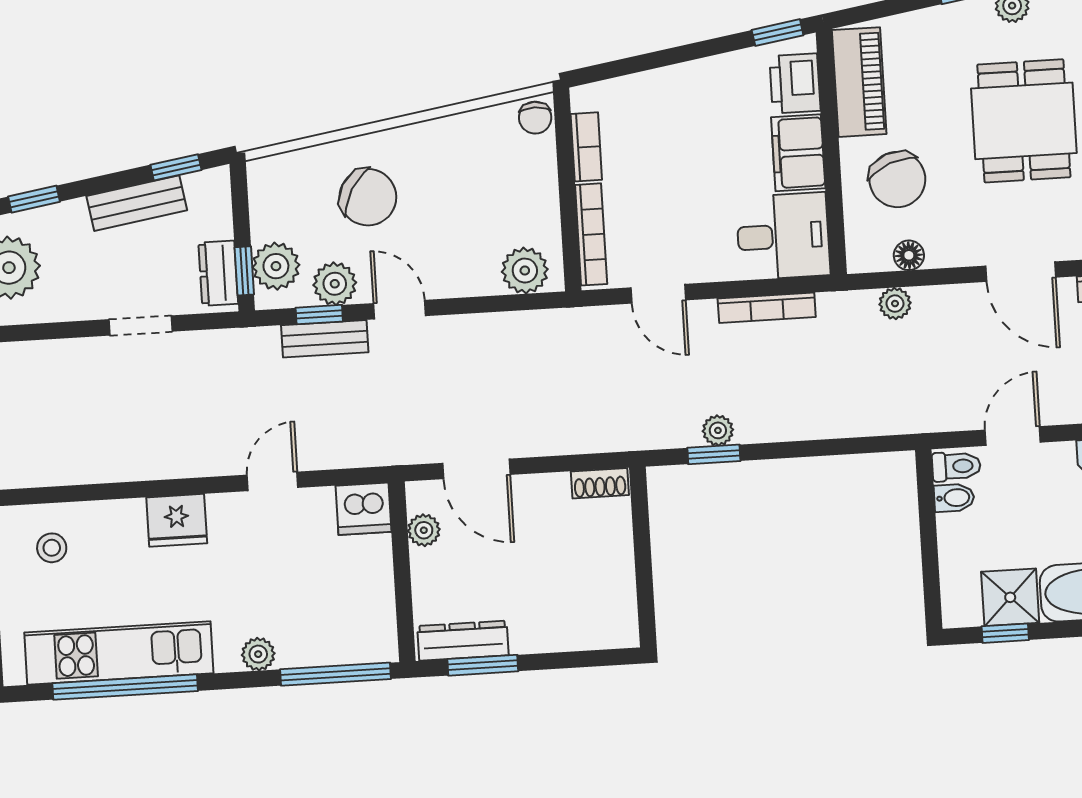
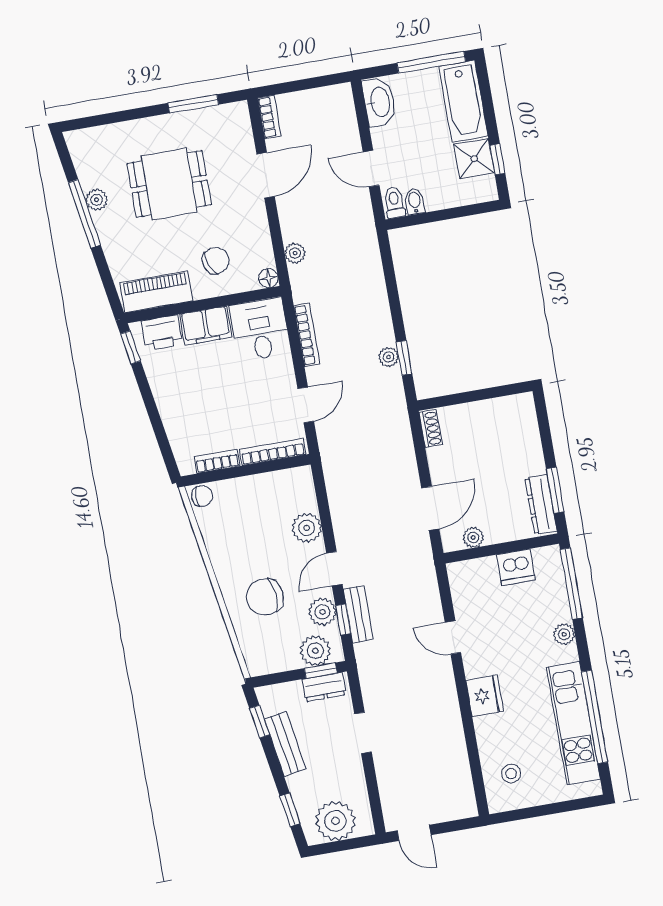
chair: (897, 179) -> (216, 261), width x0.73, depth x0.73
chair: (368, 197) -> (265, 597), turned -125
floor lamp: (909, 255) -> (269, 278), moved
plant: (525, 271) -> (307, 528), moved
dishwasher: (363, 509) -> (516, 567), moved, turned 90

